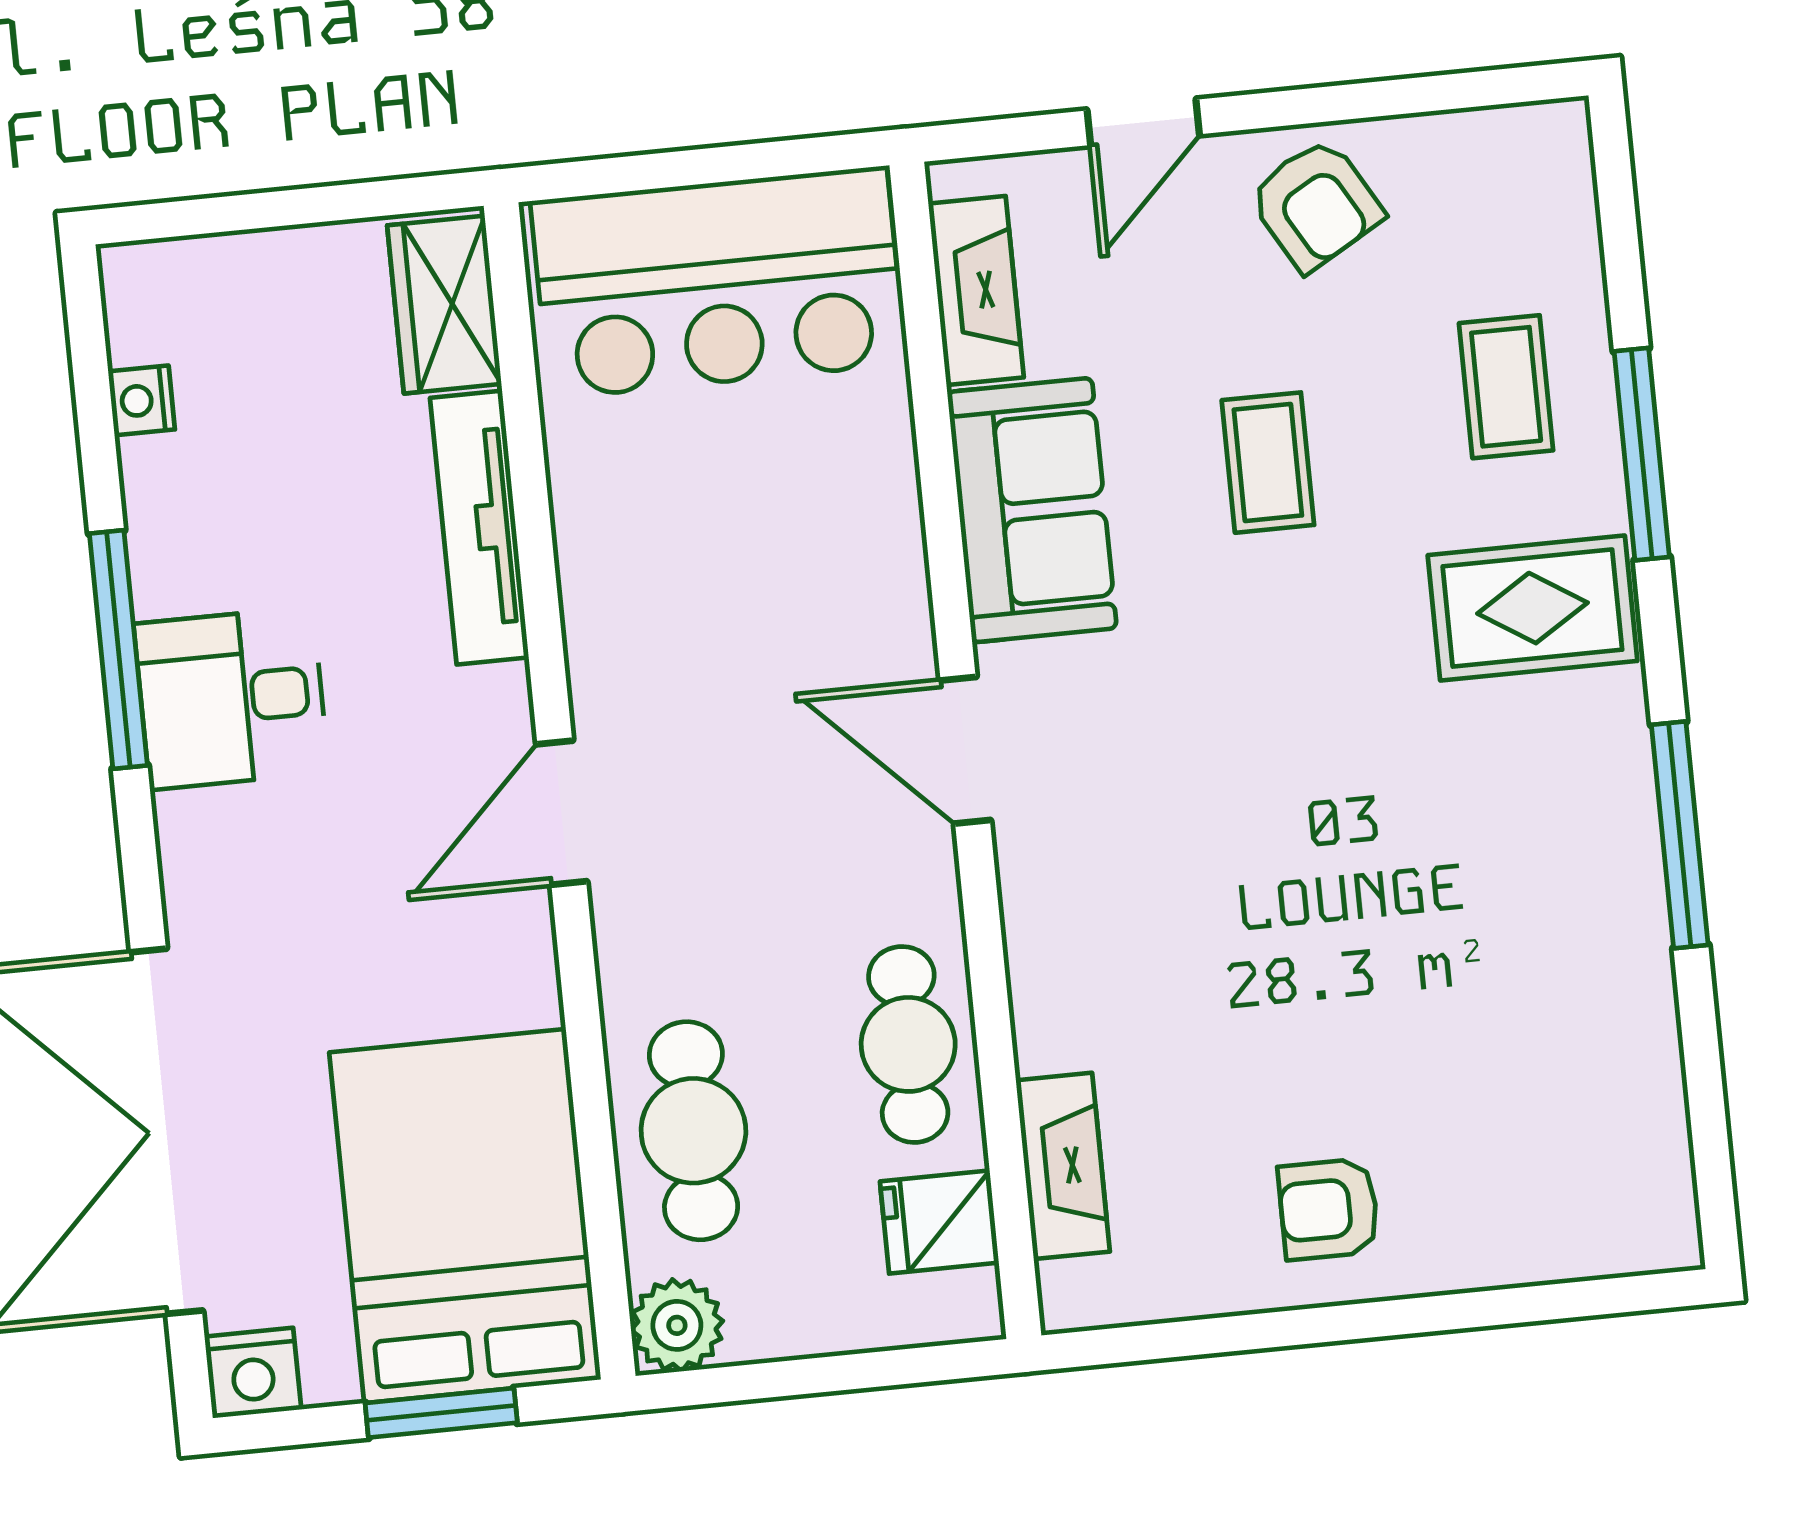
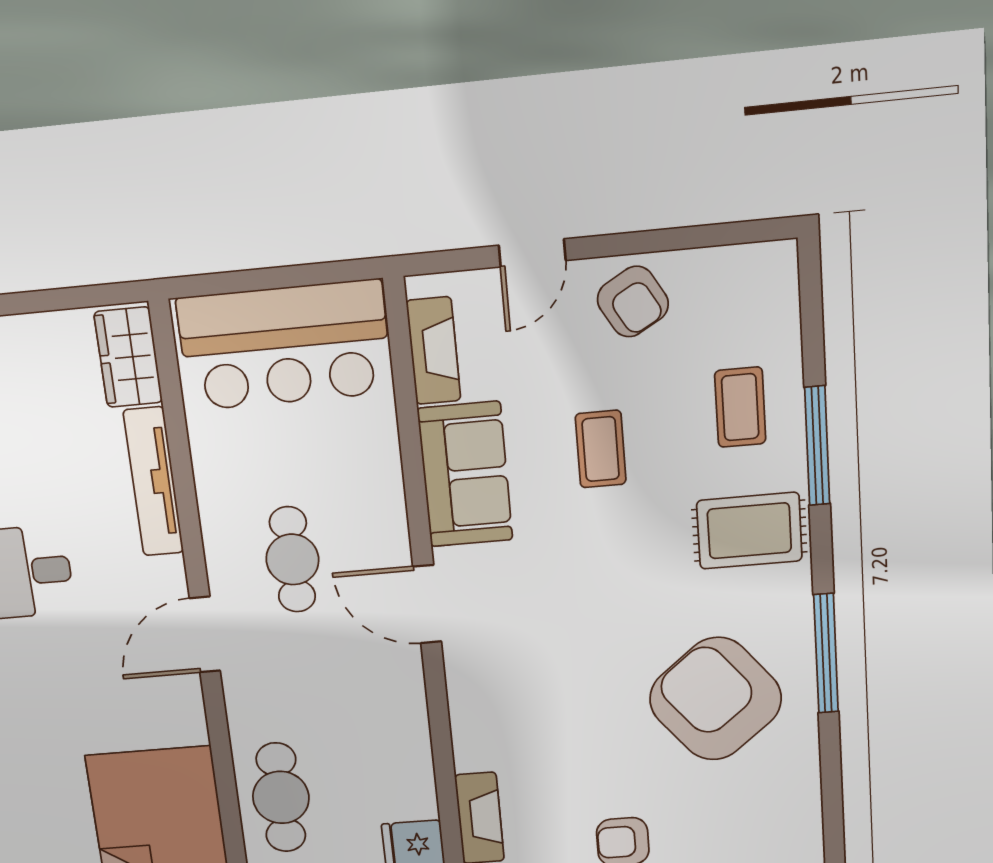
armchair: (1487, 924) -> (715, 699), added
cafe table: (908, 1044) -> (292, 559), moved

